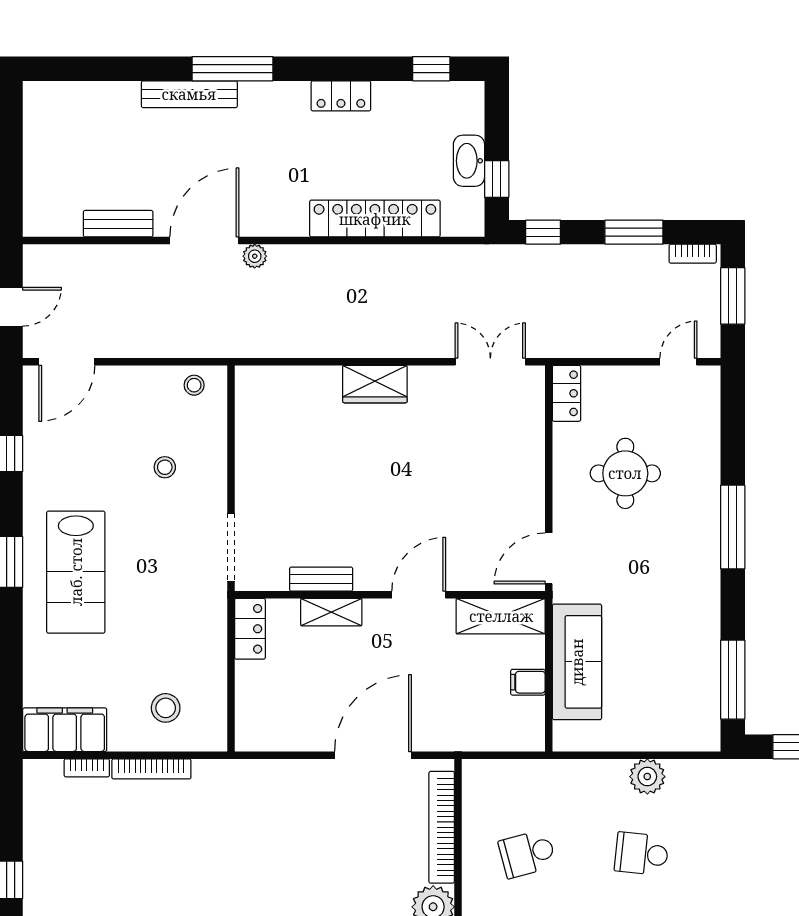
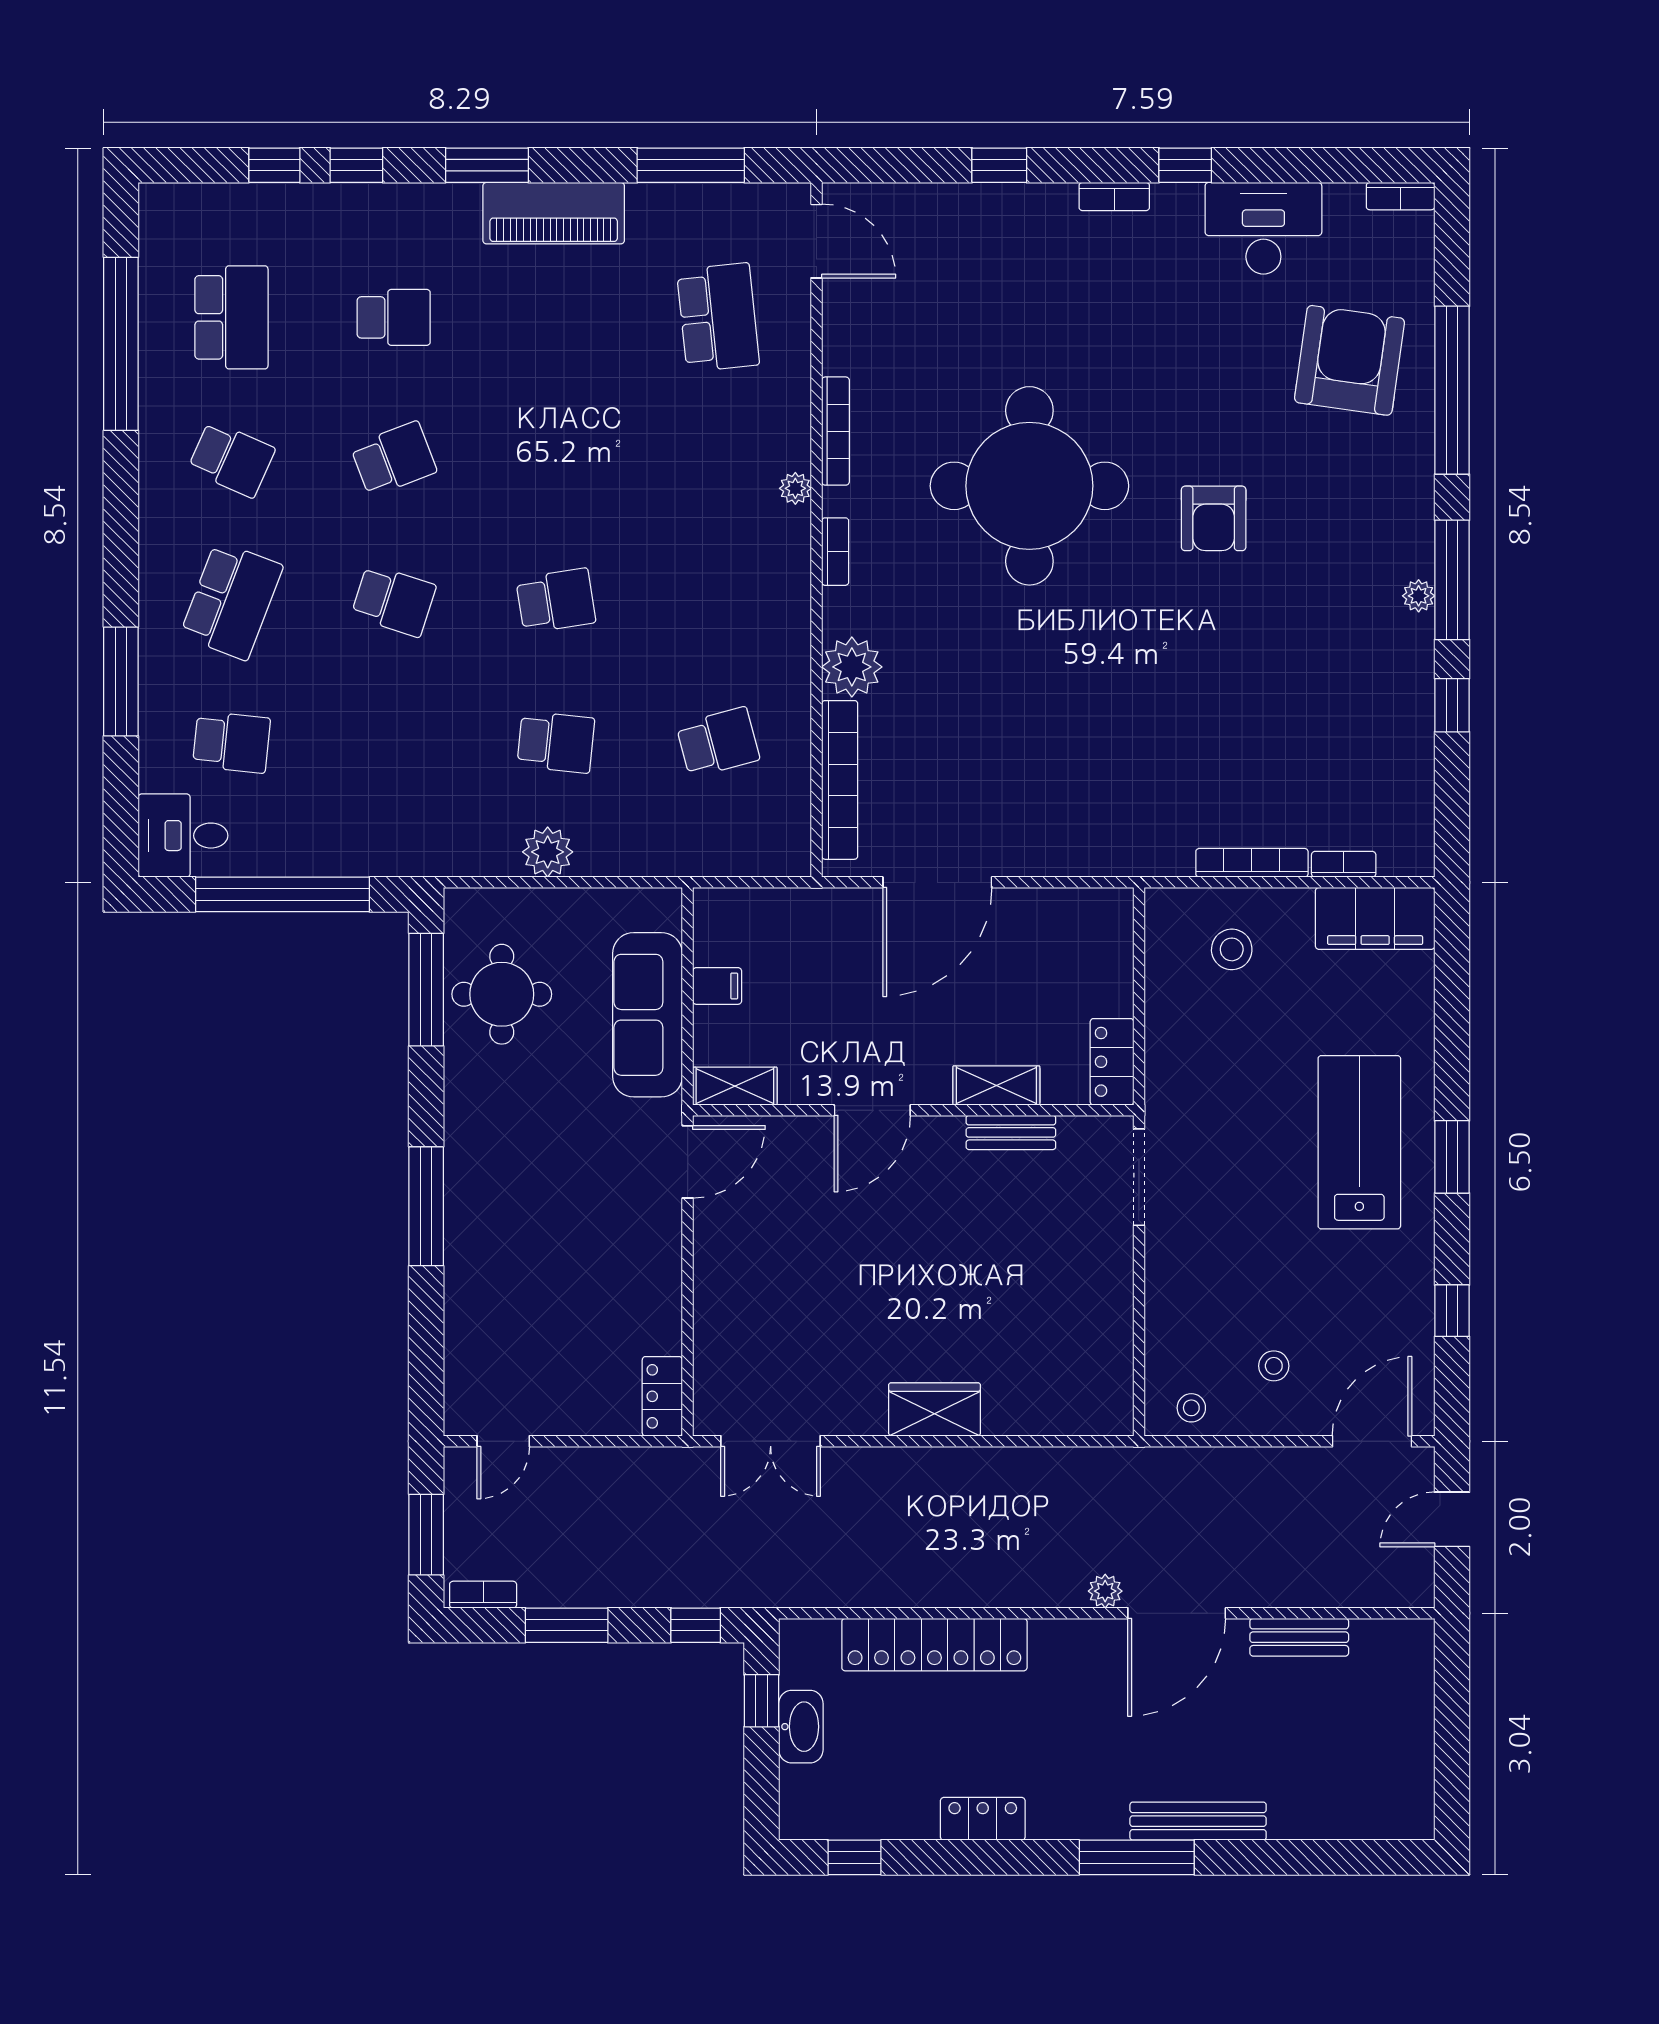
stool: (165, 467) -> (1274, 1366), moved
round table: (625, 473) -> (502, 994), moved
shelving: (501, 616) -> (735, 1086), width x0.67, depth x0.75

